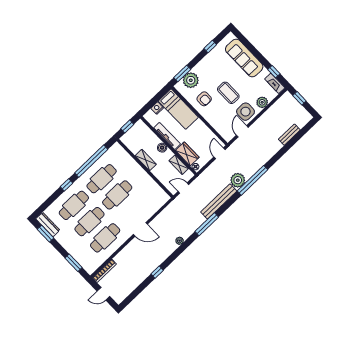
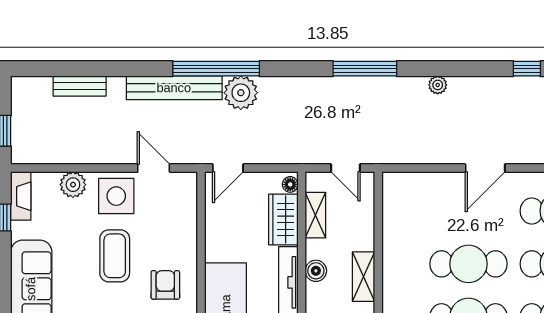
door: (242, 131) -> (154, 168), swing flipped
bench: (219, 201) -> (174, 88), moved
door: (140, 229) -> (485, 168), swing flipped

